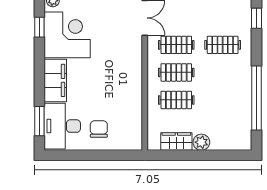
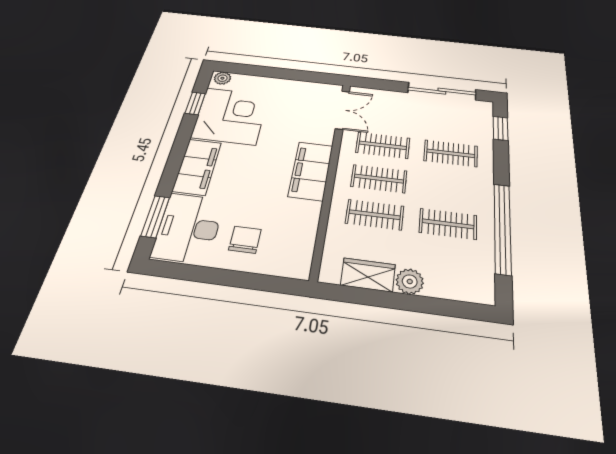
filing cabinet: (131, 73) -> (311, 171), added
clothes rail: (223, 100) -> (448, 224), added

